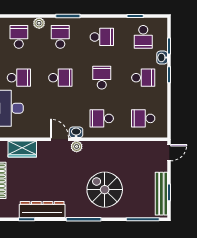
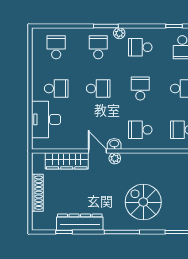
plant: (39, 23) -> (119, 33), moved
school desk: (102, 37) -> (140, 47), turned 180
wardrobe: (22, 149) -> (67, 161), width x1.50

